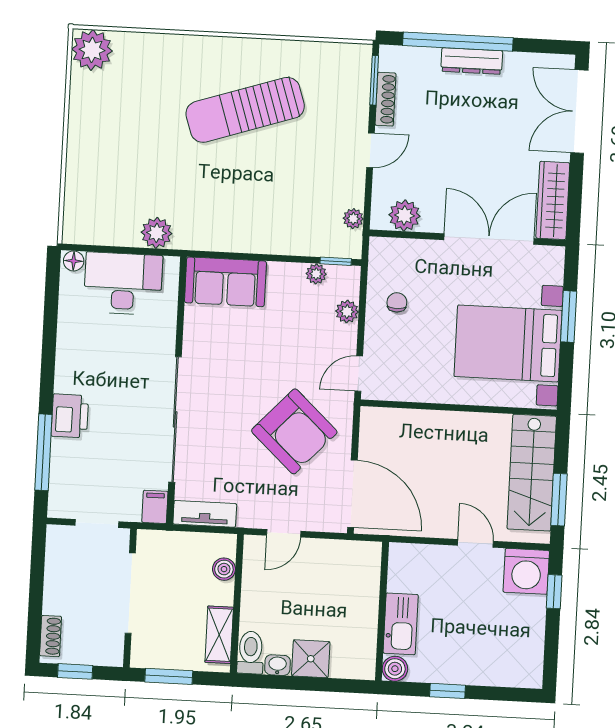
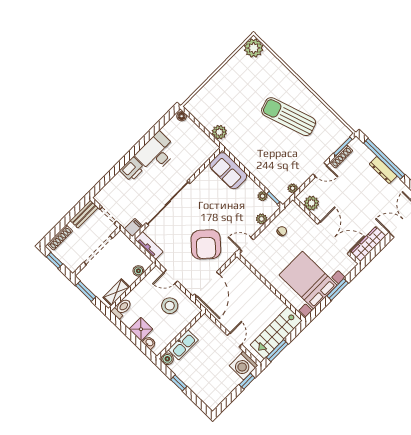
desk: (123, 284) -> (157, 153), moved, turned -90
window: (43, 452) -> (112, 174), removed
bench: (57, 556) -> (84, 214), added
stool: (323, 580) -> (170, 306), added
shoe rack: (51, 636) -> (60, 237), width x1.43
washbasin: (277, 665) -> (149, 343), moved

